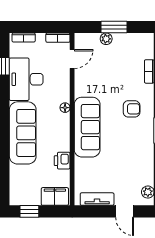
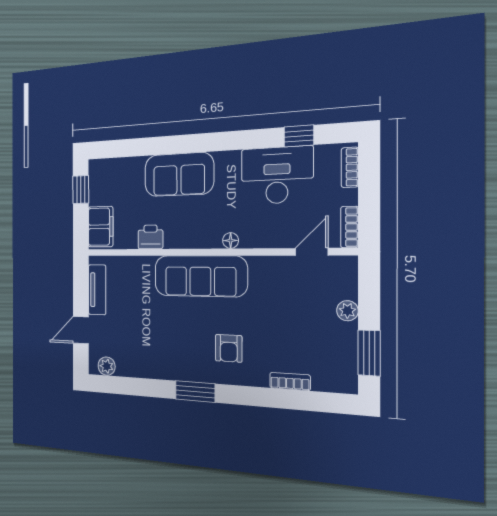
window: (114, 27) -> (369, 353), moved
door: (72, 59) -> (312, 252), swing flipped
sofa: (23, 133) -> (179, 175), width x0.73

